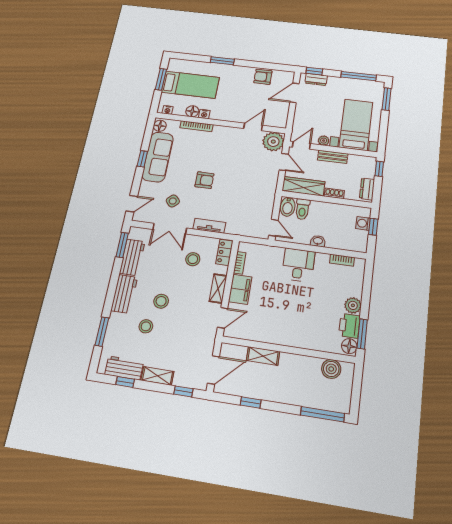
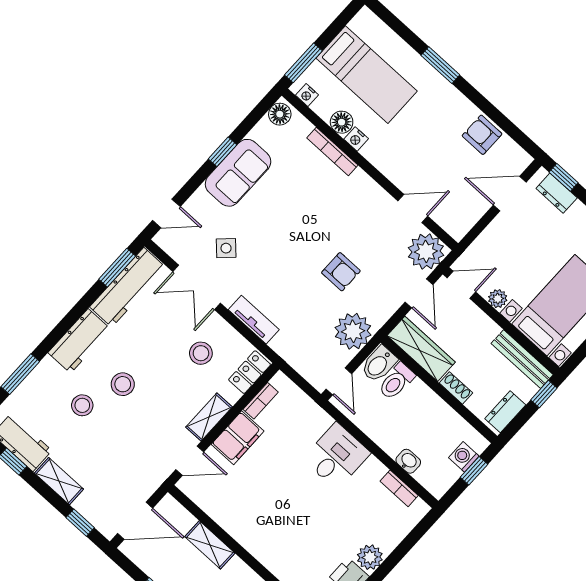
window: (161, 79) -> (303, 63), moved
sofa: (158, 157) -> (238, 173), width x0.73
bench: (333, 157) -> (522, 359), moved, width x1.36
armchair: (204, 180) -> (341, 272), moved
plant: (264, 200) -> (353, 331), added
washbasin: (318, 241) -> (408, 461), moved
workbench: (132, 257) -> (128, 287), width x1.38

